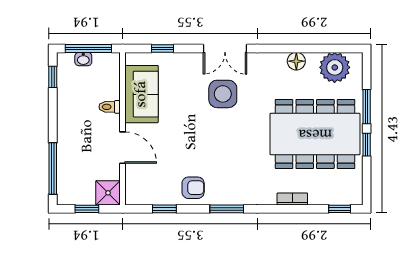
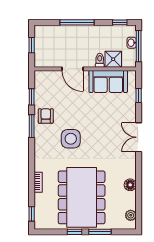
plant: (335, 67) -> (131, 215), width x0.53, depth x0.53
side table: (223, 94) -> (71, 139), moved
door: (123, 148) -> (73, 69), hinge flipped
window: (53, 169) -> (77, 22), moved
armchair: (193, 188) -> (46, 116), turned 180
shower: (108, 193) -> (113, 59), moved
window: (227, 209) -> (32, 126), moved

